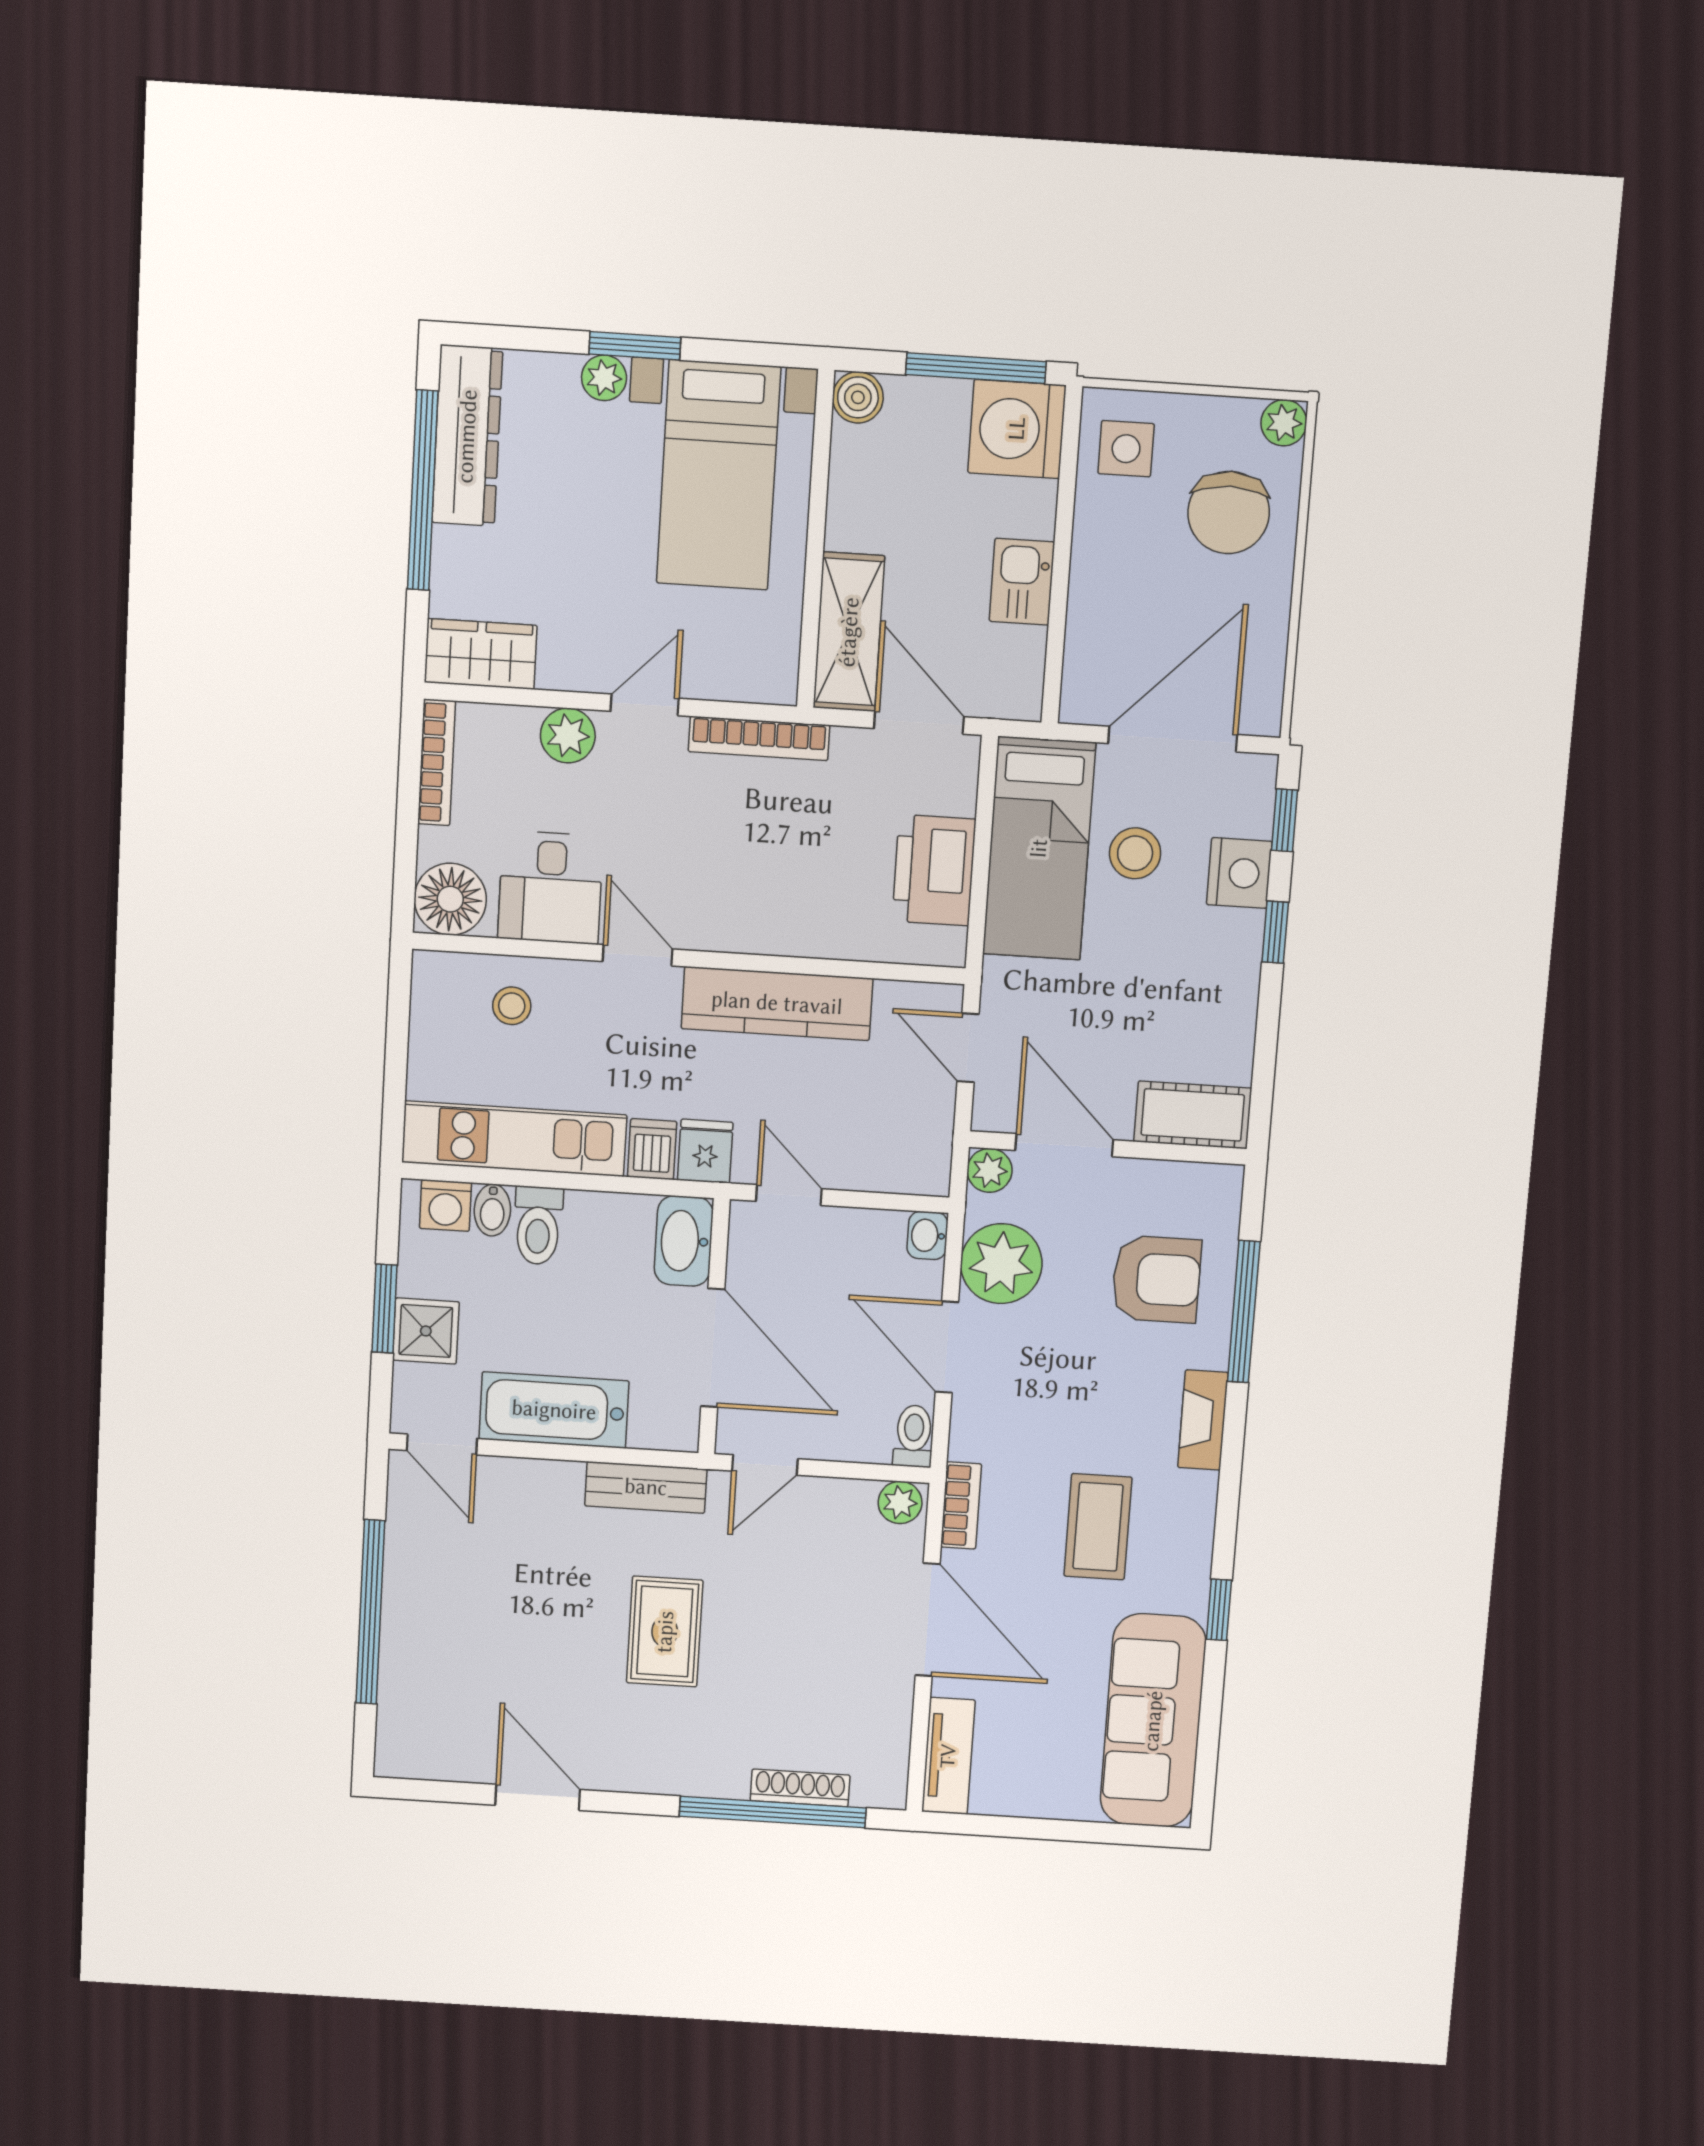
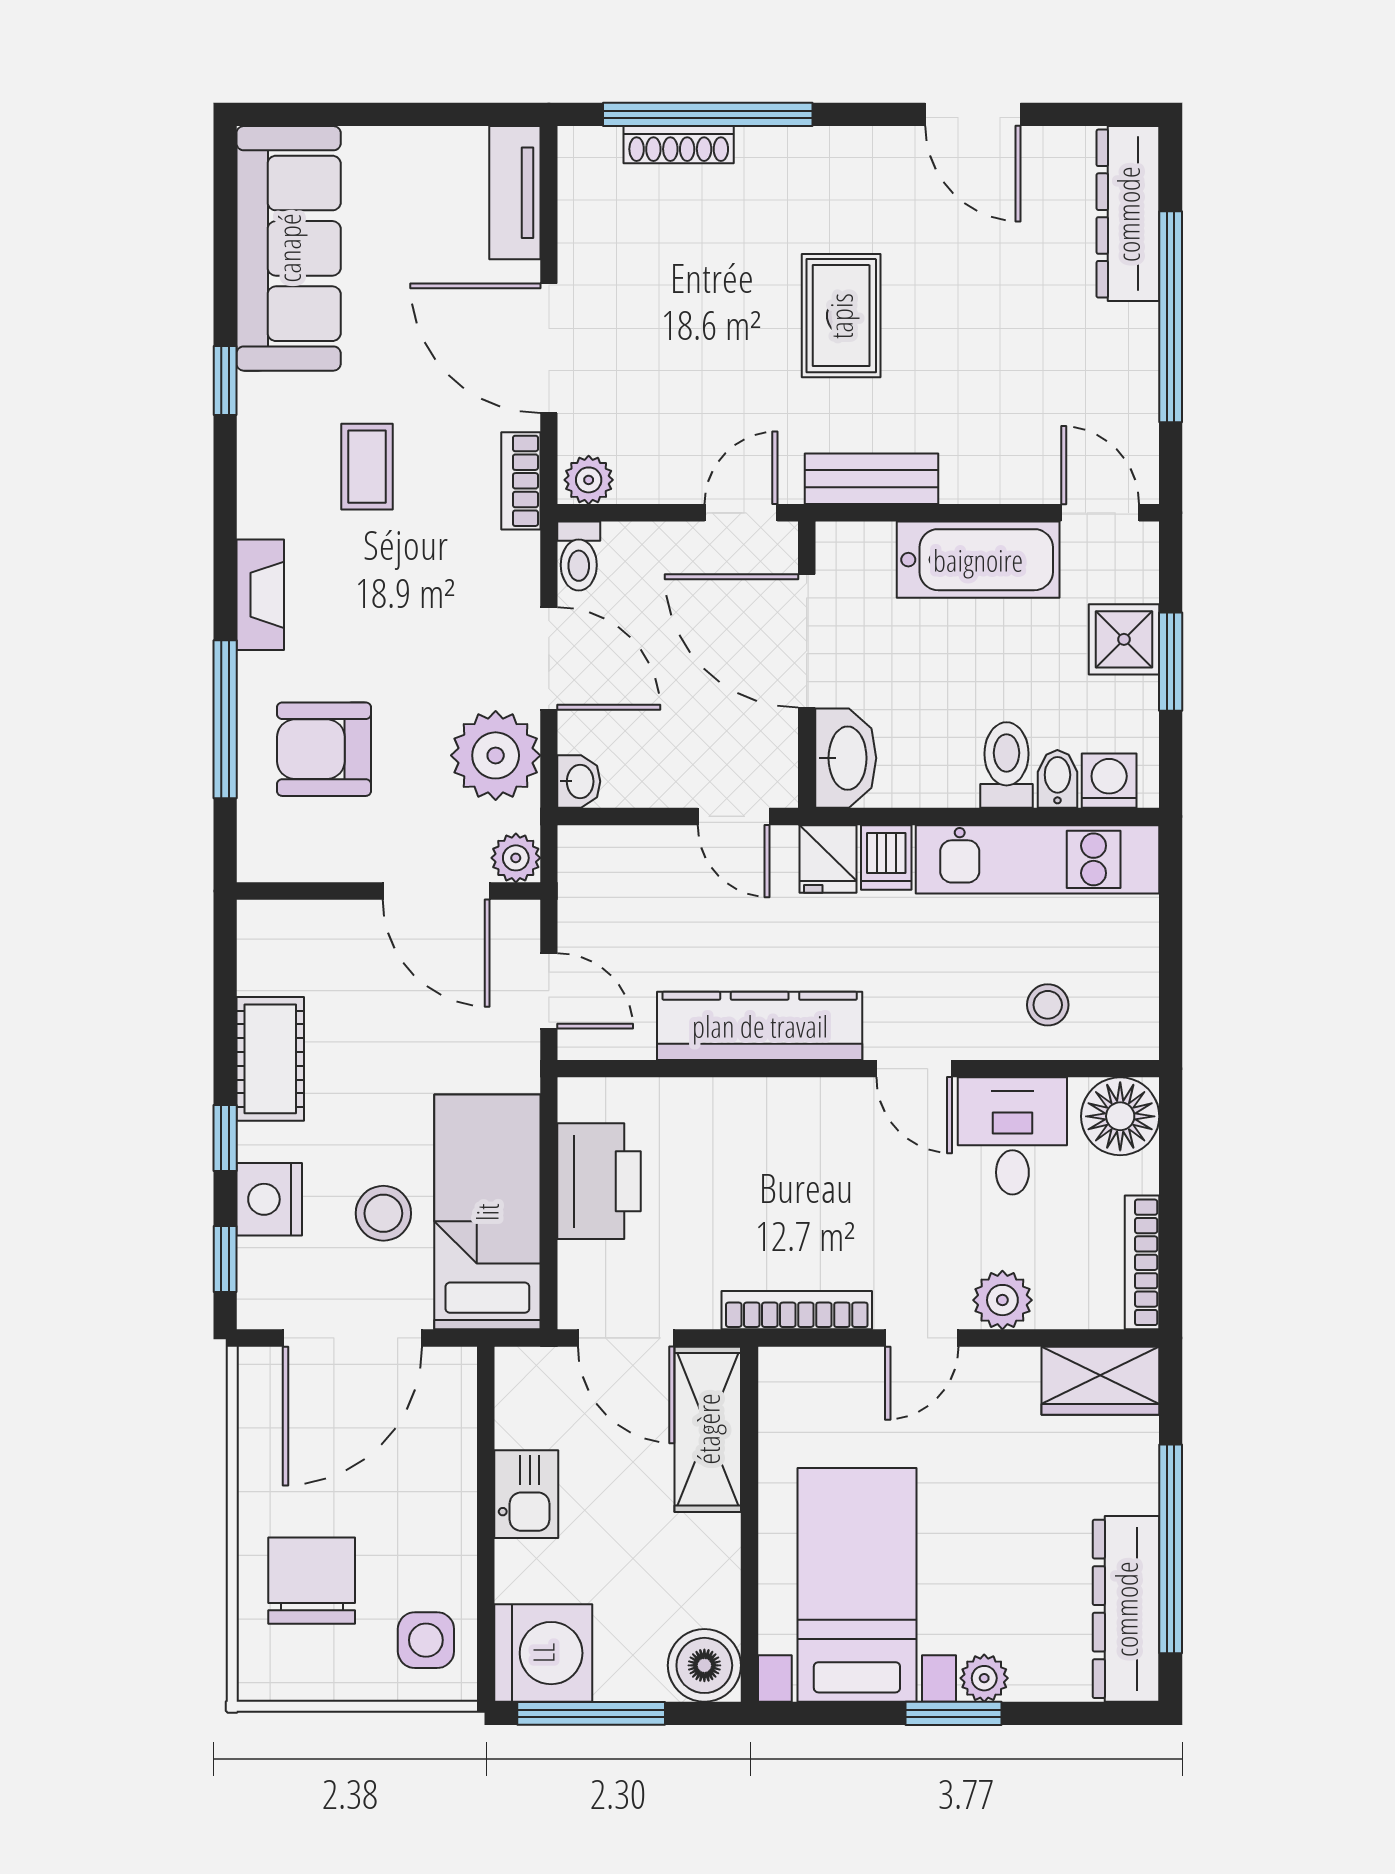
boiler: (858, 397) -> (704, 1665), width x1.36, depth x1.36
plant: (1284, 423) -> (261, 1678), removed
cot: (1193, 1115) -> (270, 1059), moved, turned 90
coffee table: (1098, 1527) -> (367, 467), width x0.73, depth x0.77
dresser: (404, 1704) -> (1128, 214), added

